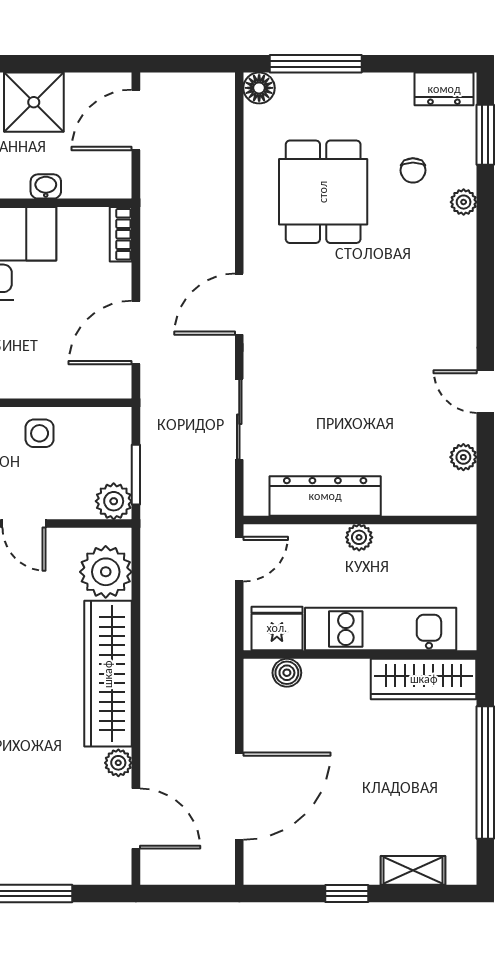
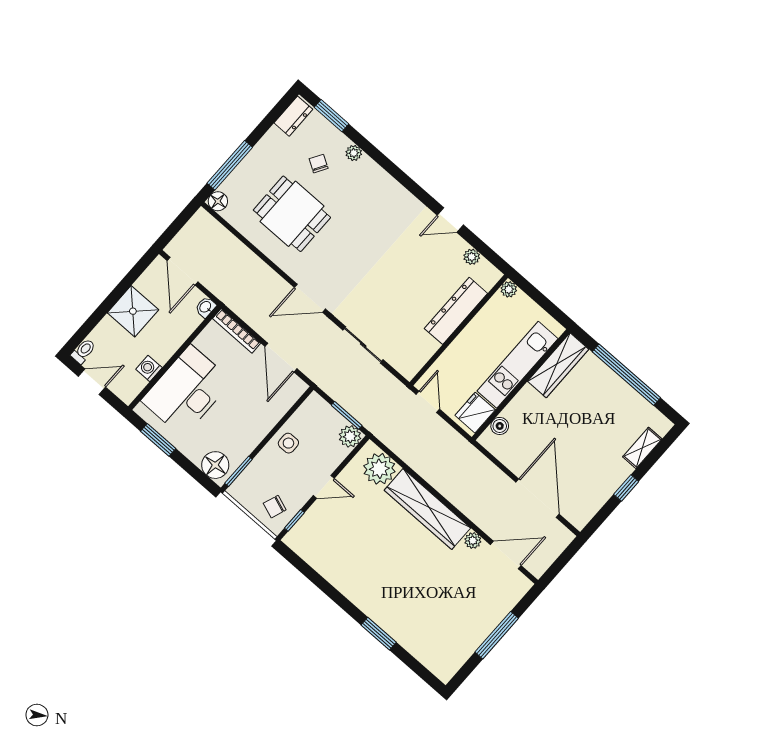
chair: (413, 170) -> (319, 164), turned -149
washbasin: (46, 186) -> (206, 307), moved
bookcase: (121, 234) -> (236, 331), width x1.56
door: (239, 304) -> (310, 298), hinge flipped
dresser: (325, 496) -> (456, 311), moved
plant: (359, 537) -> (509, 289), moved

